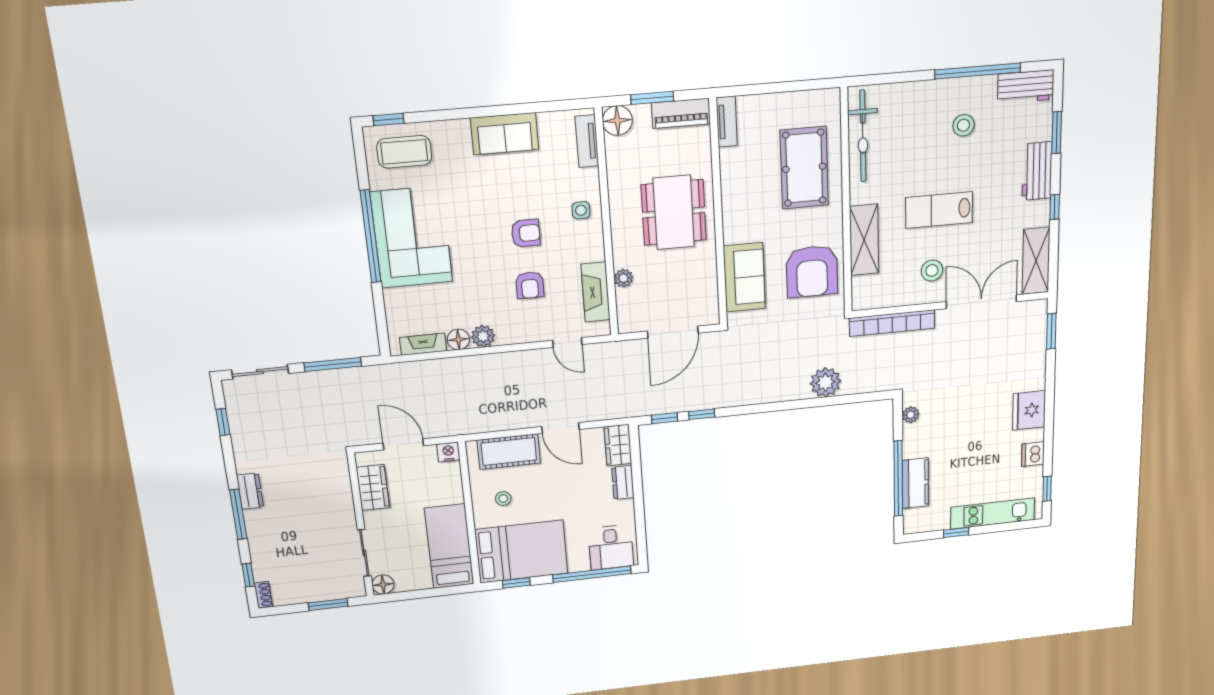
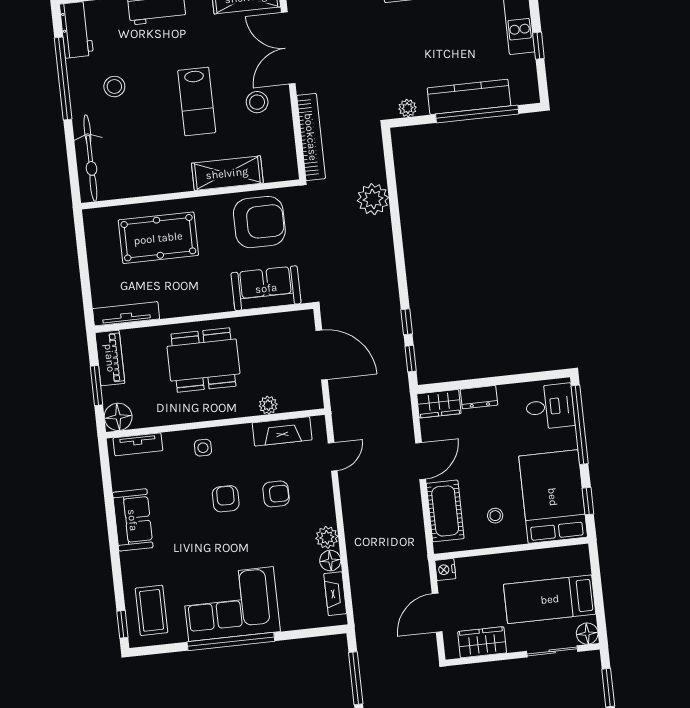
tv unit: (727, 122) -> (126, 314), width x1.41
bicycle: (863, 136) -> (90, 158), moved, turned 90
kitchen counter: (915, 483) -> (469, 97), width x1.50
bed: (449, 546) -> (550, 599), moved

